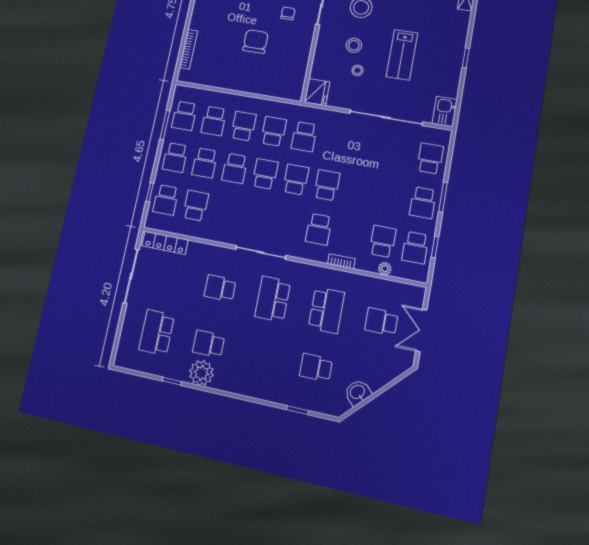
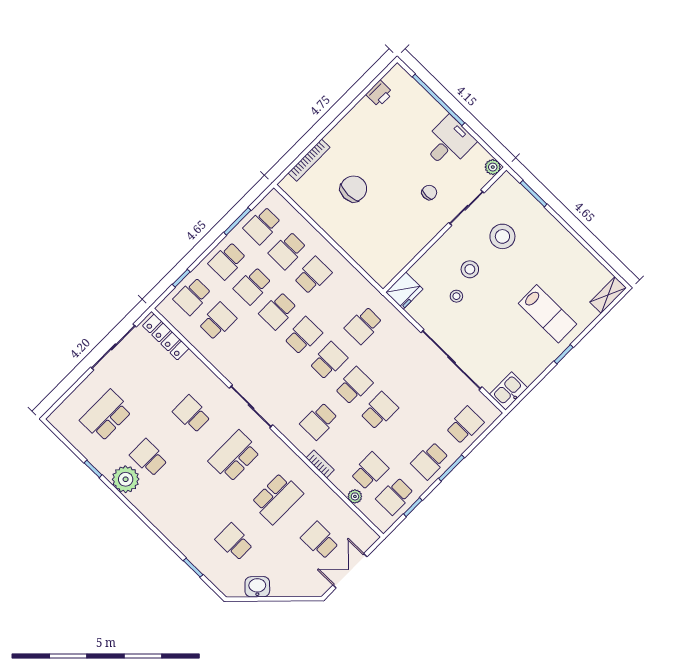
chair: (256, 41) -> (354, 189), moved
lab bench: (402, 55) -> (547, 314), moved, turned -90
school desk: (274, 131) -> (379, 411), moved

